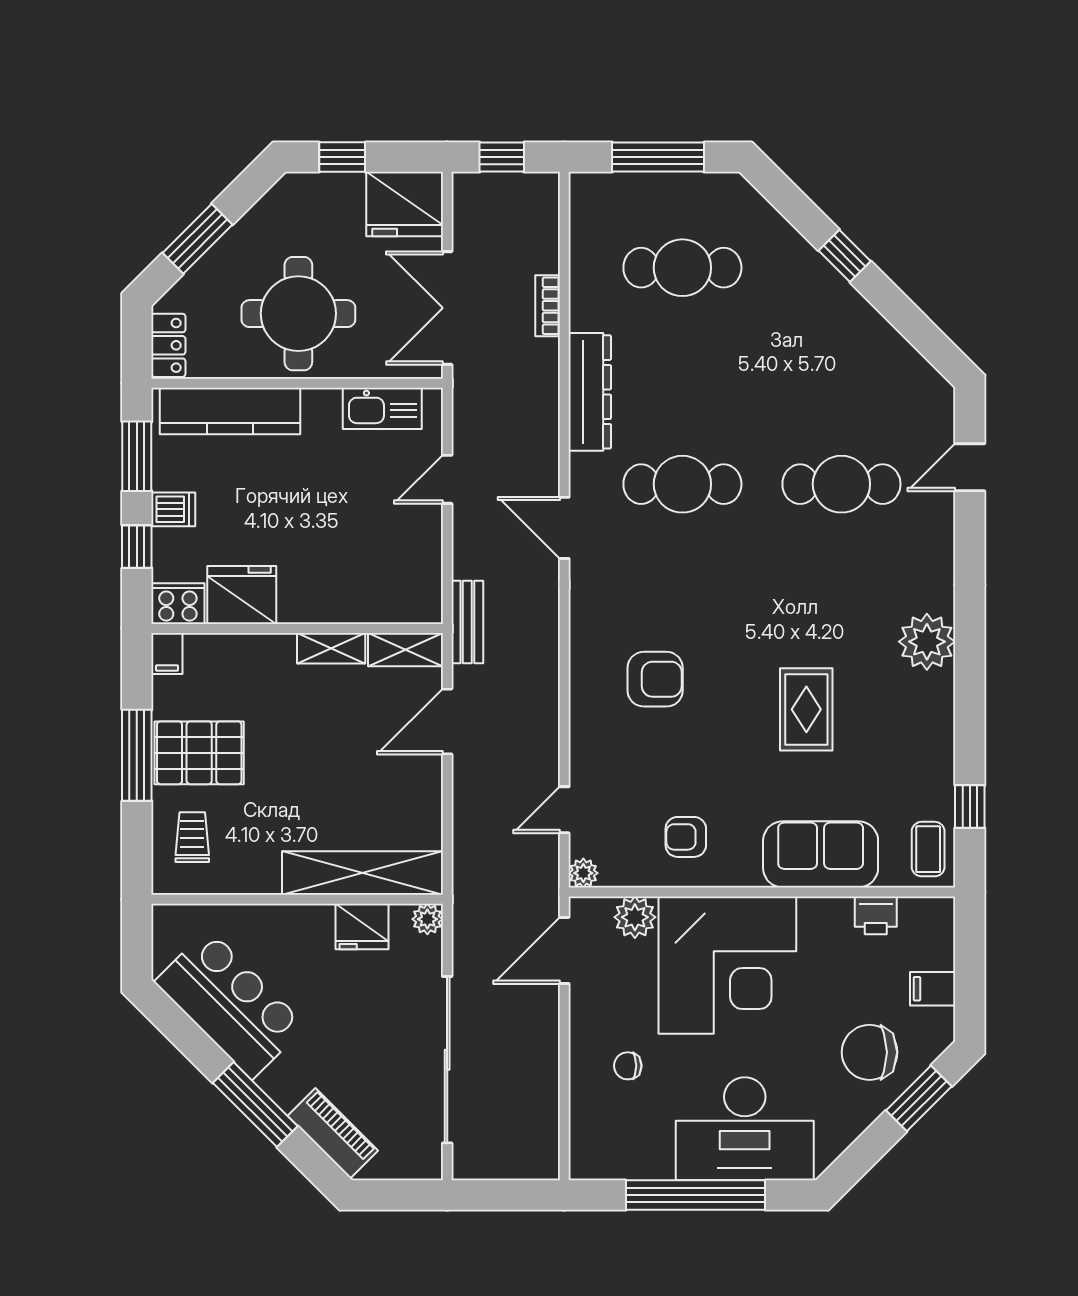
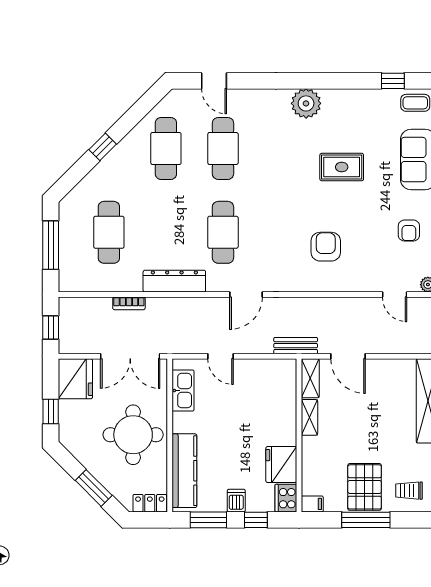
cafe table: (841, 376) -> (166, 148), added

